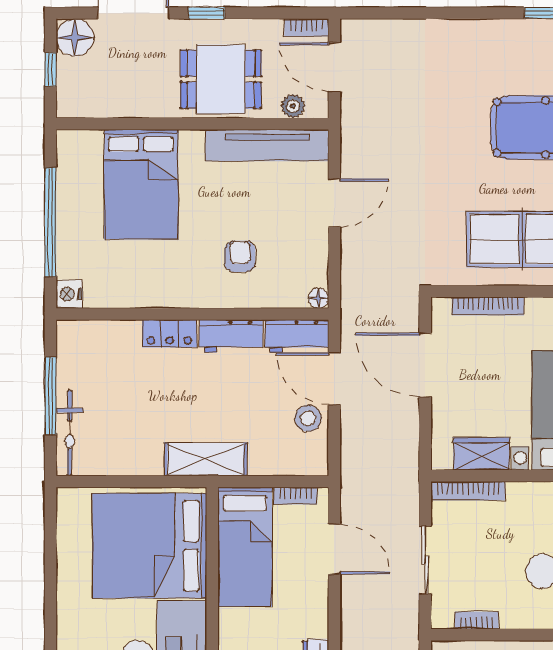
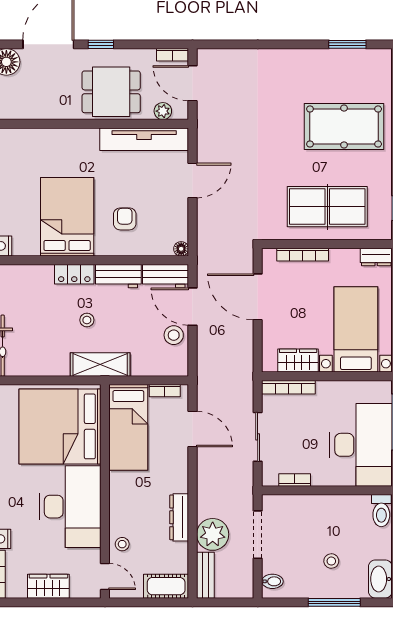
bed: (141, 184) -> (67, 217), moved, turned 180
stool: (187, 397) -> (87, 320), added

